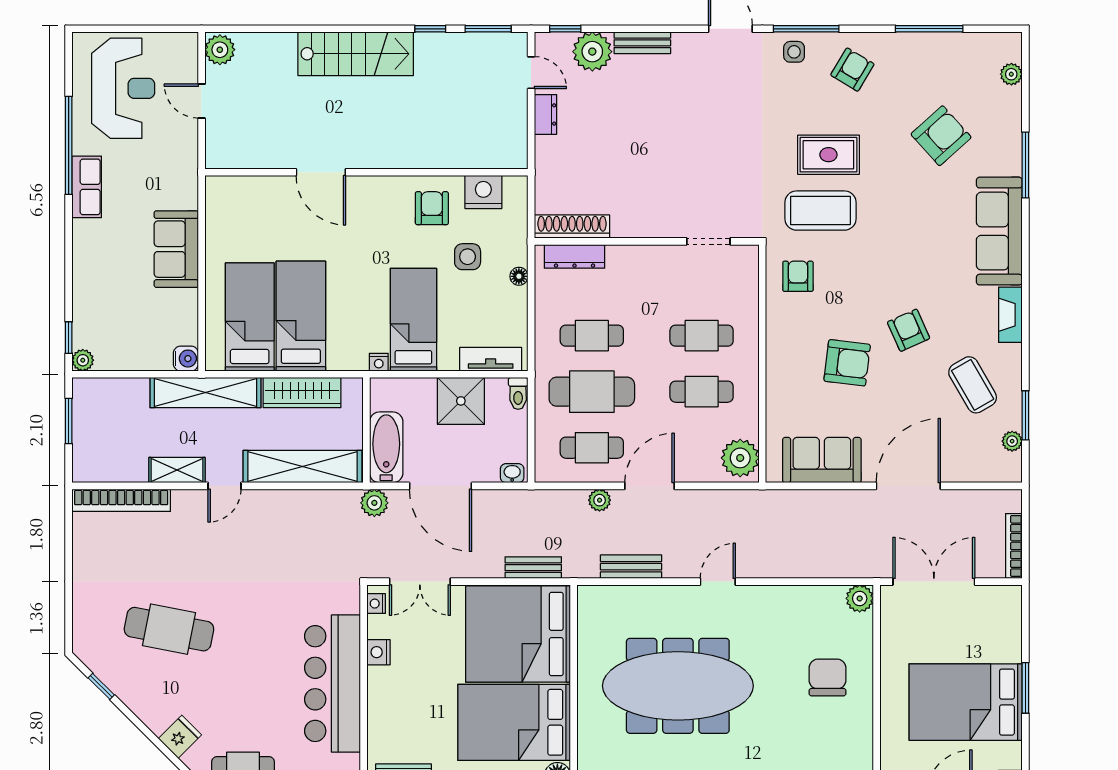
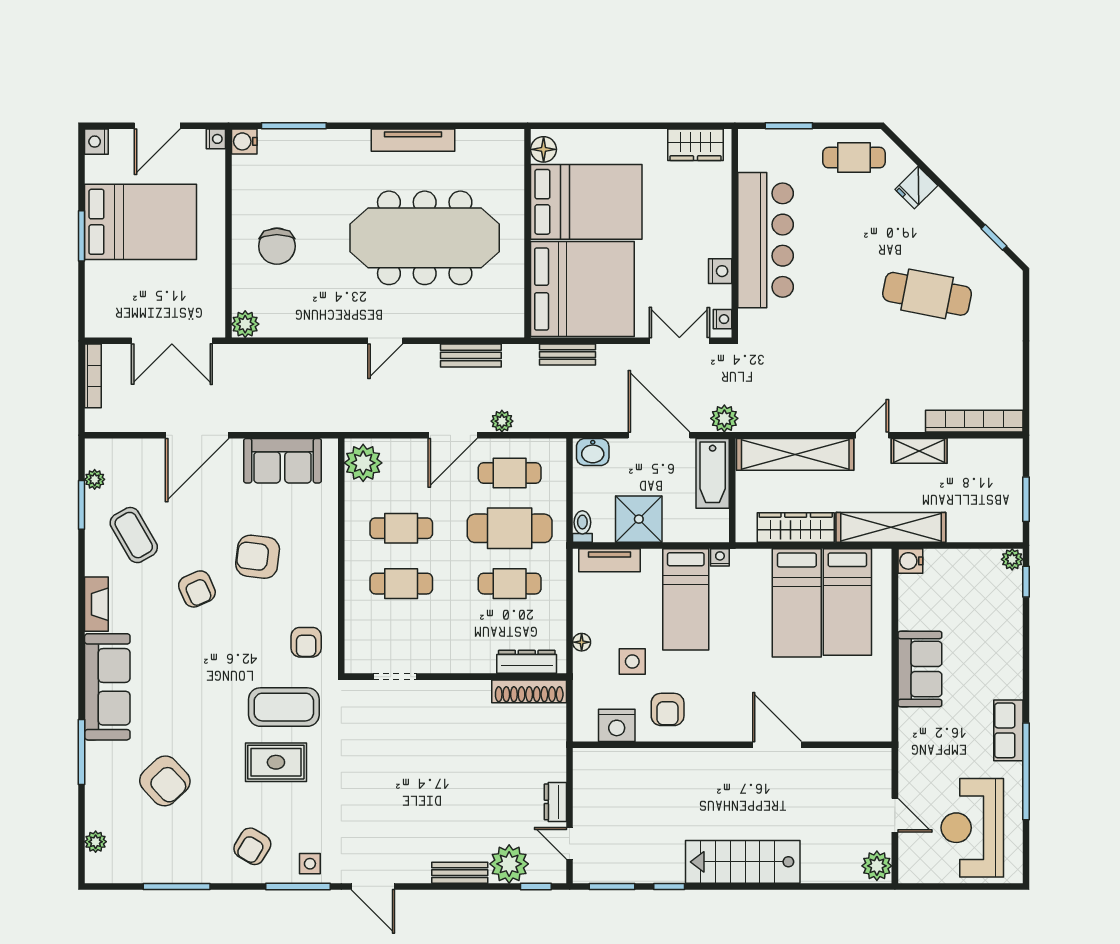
armchair: (941, 136) -> (165, 781), turned -91
washbasin: (512, 473) -> (593, 452), width x1.38, depth x1.45

